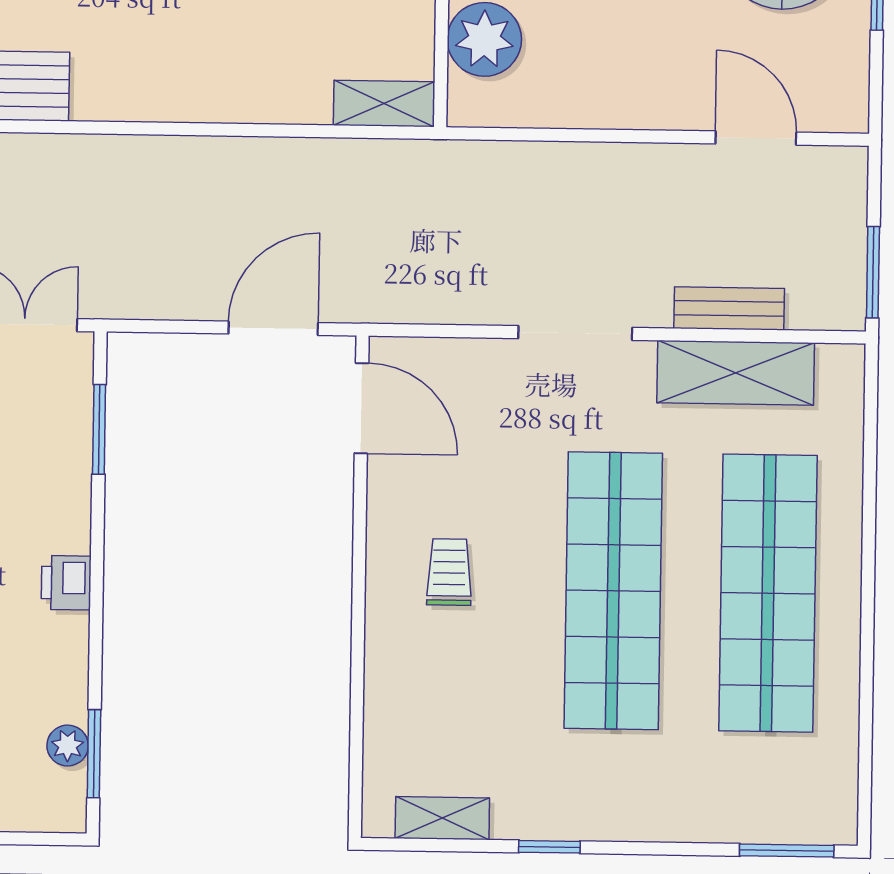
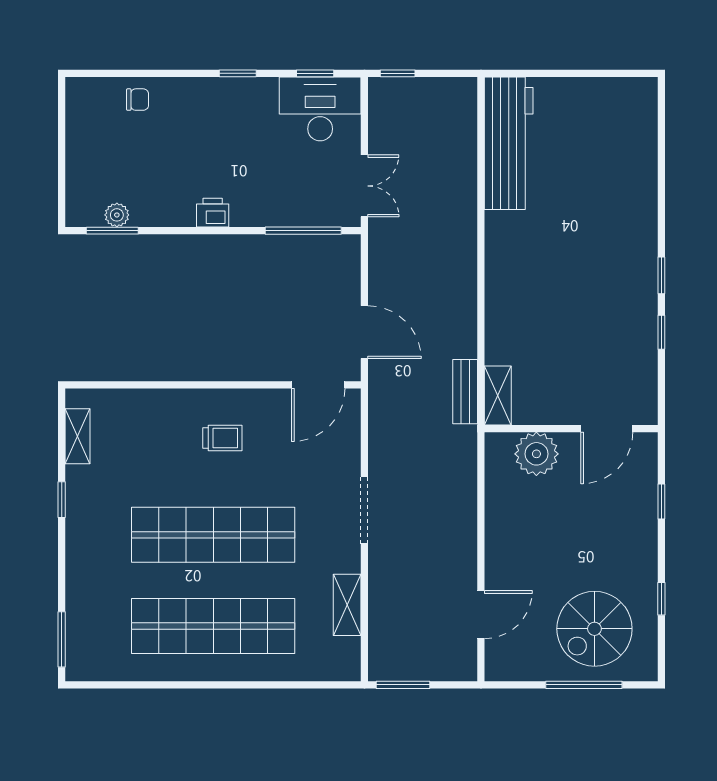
bench: (729, 309) -> (465, 392), moved
shelving: (736, 373) -> (347, 605), width x0.67, depth x0.75
window: (99, 429) -> (303, 231), width x1.44

